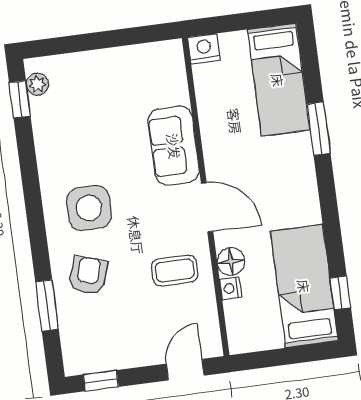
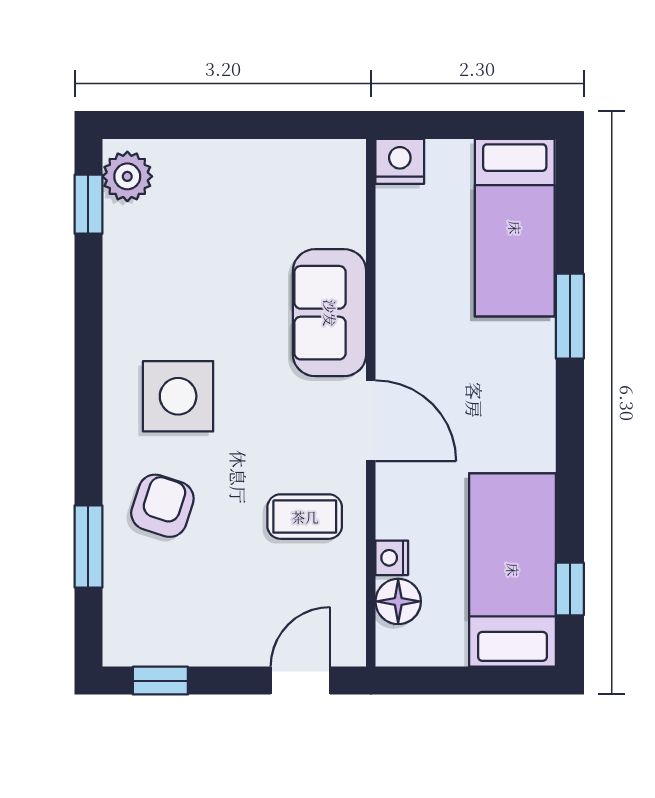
plant: (37, 84) -> (127, 176), width x1.38, depth x1.38
floor lamp: (231, 262) -> (398, 601), moved

